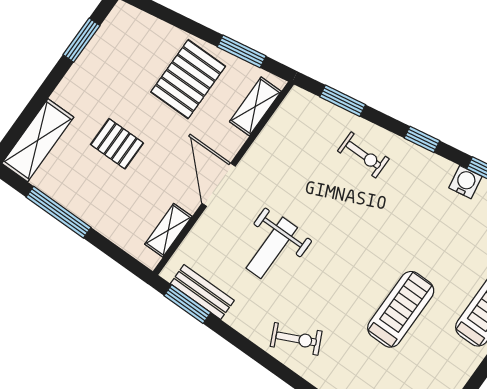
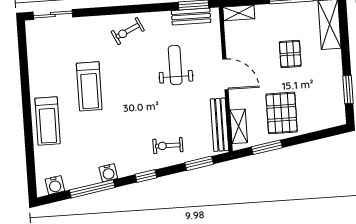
bench: (278, 128) -> (219, 125), added
pallet: (117, 144) -> (290, 54), turned 90
shelving: (168, 230) -> (239, 13), moved, turned 90

